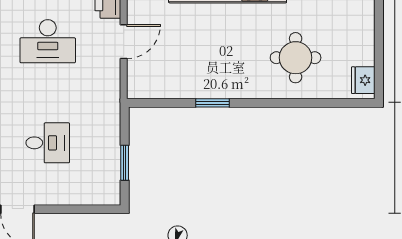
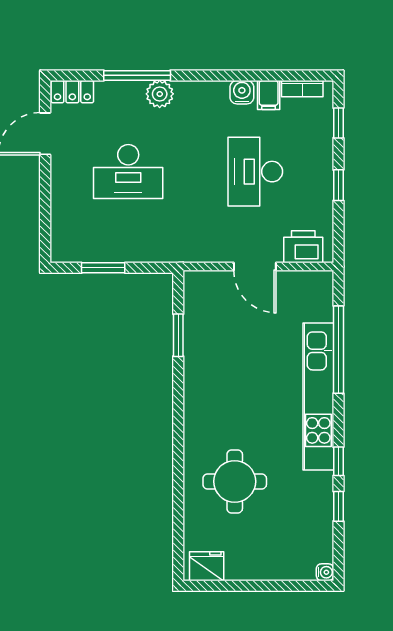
window: (213, 103) -> (178, 335), moved
desk: (48, 143) -> (128, 172), width x1.37

